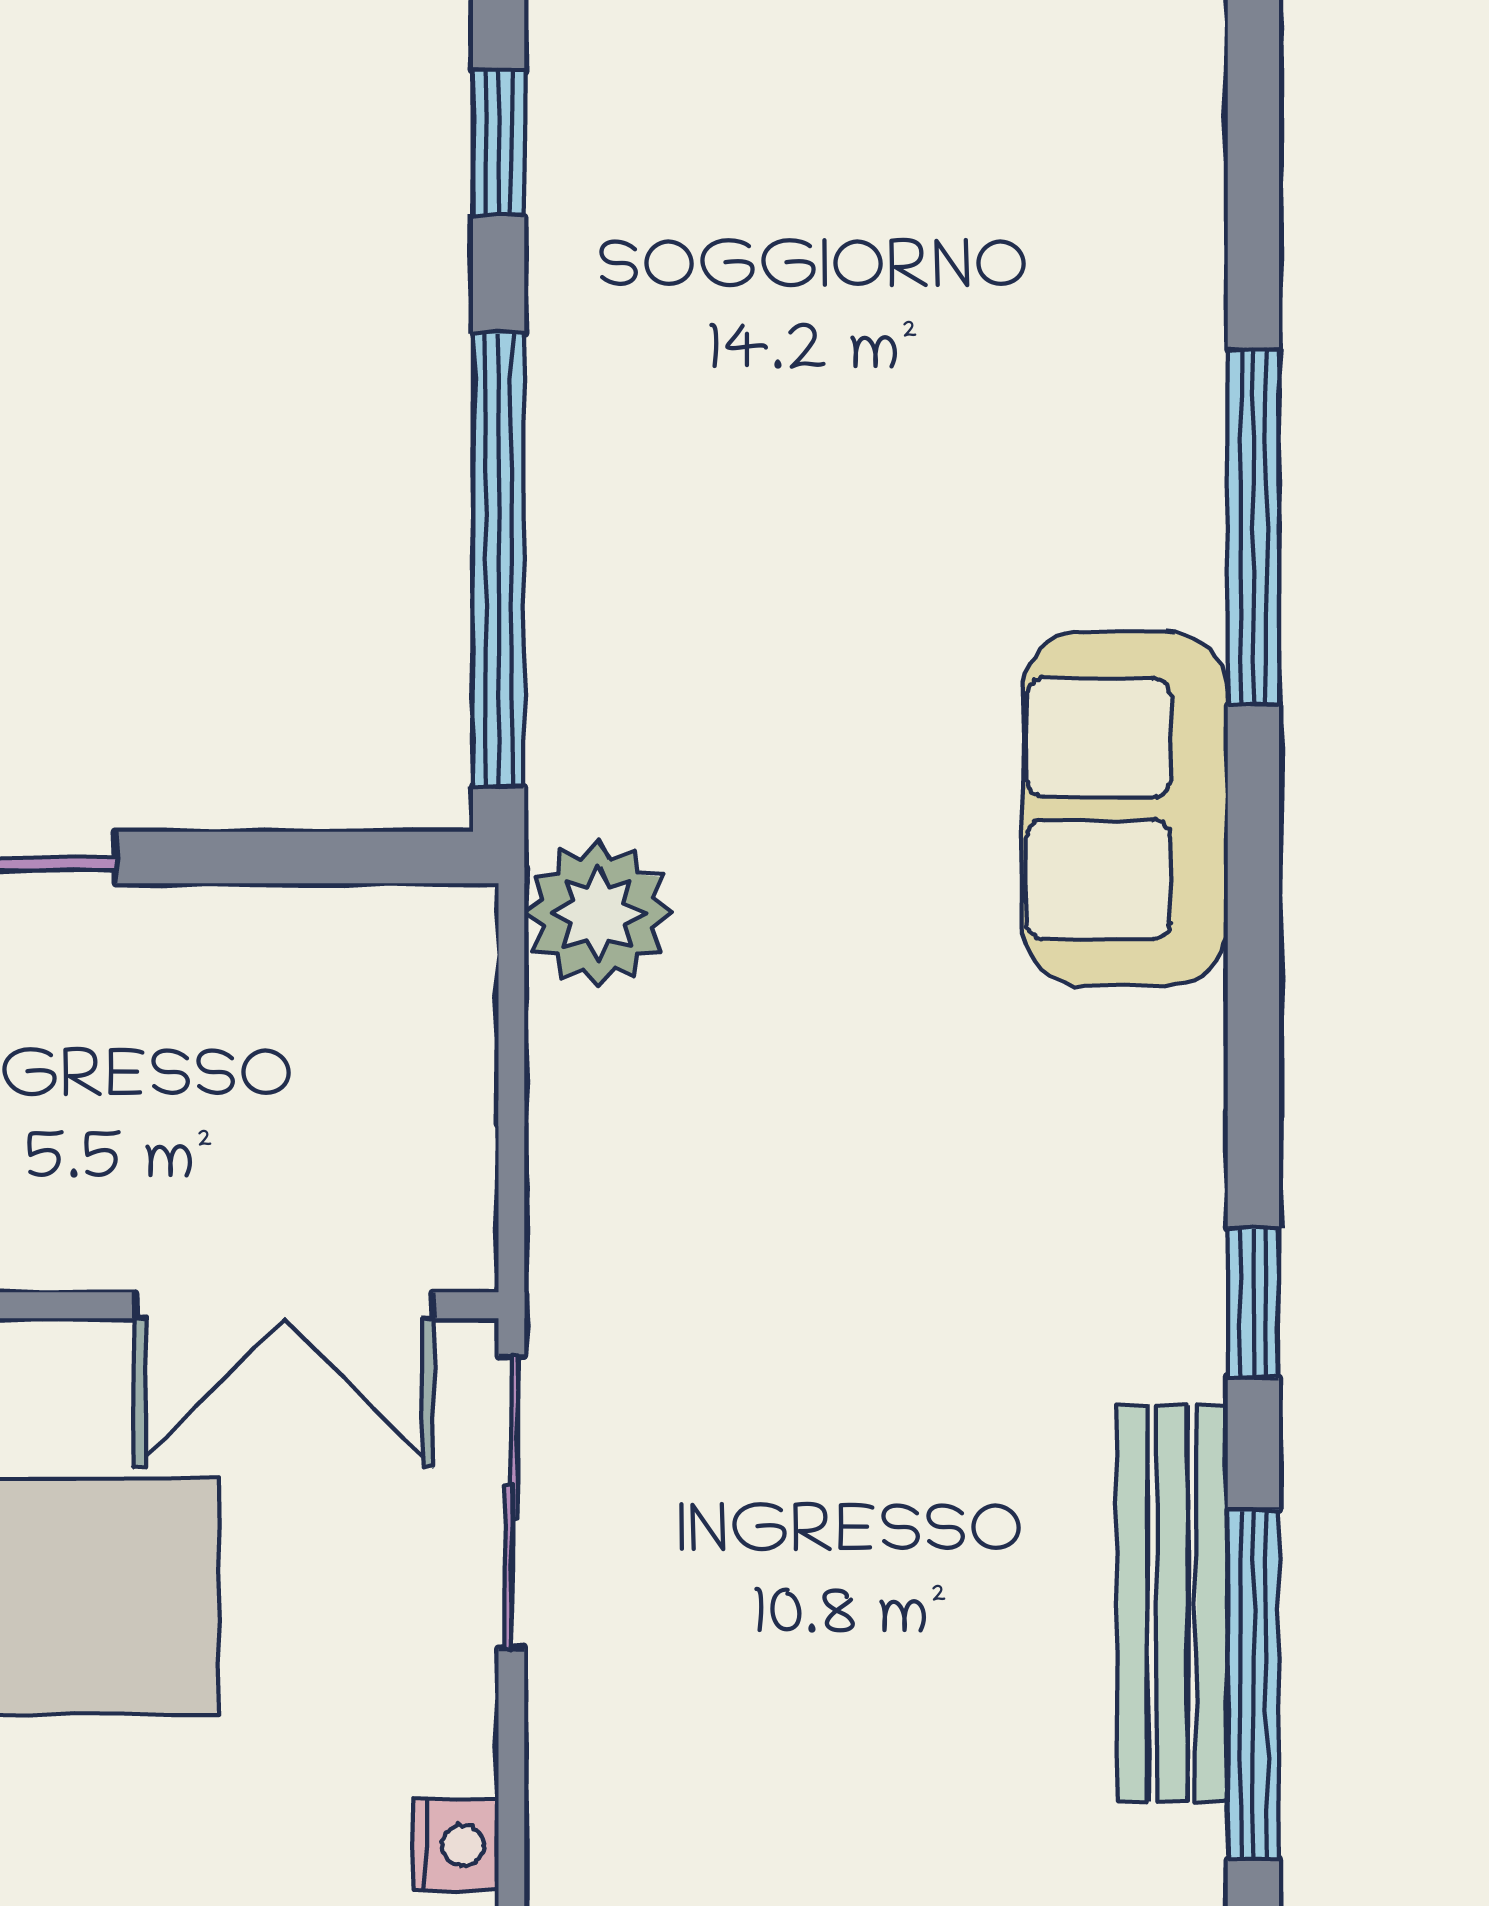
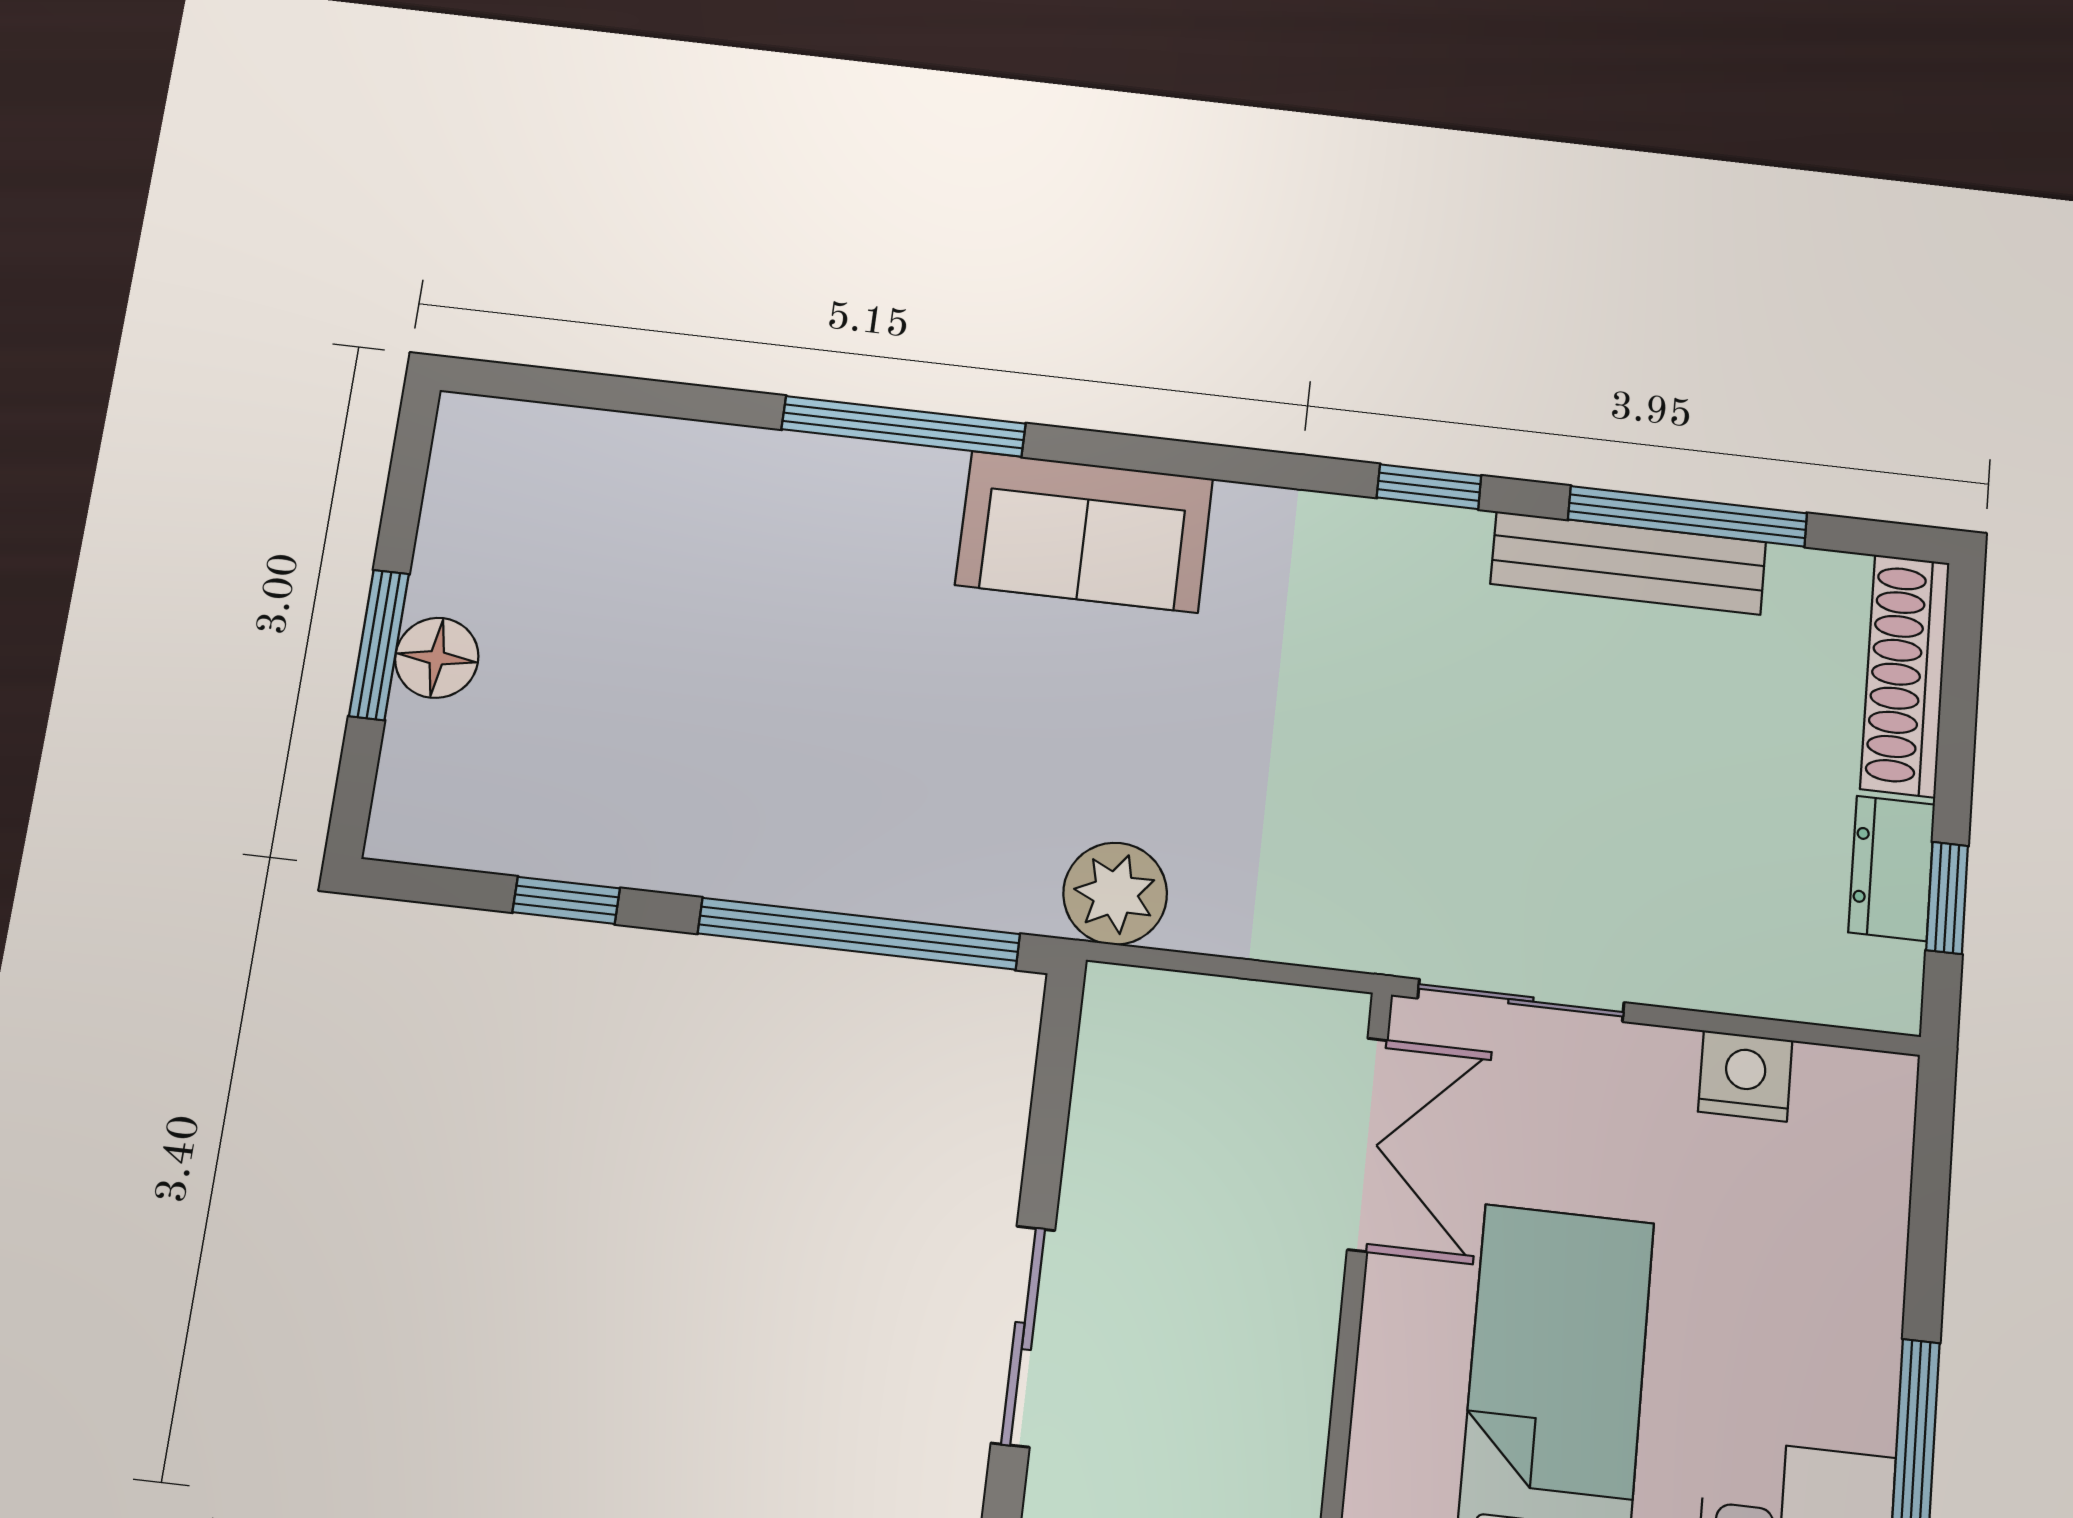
nightstand: (456, 1845) -> (1745, 1076), width x1.39, depth x1.35

